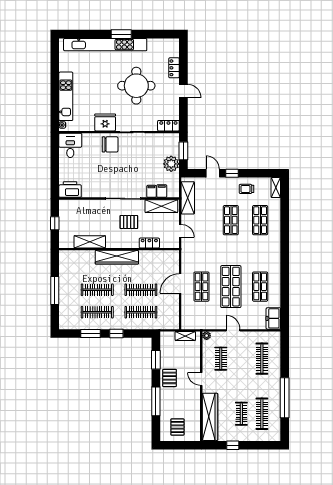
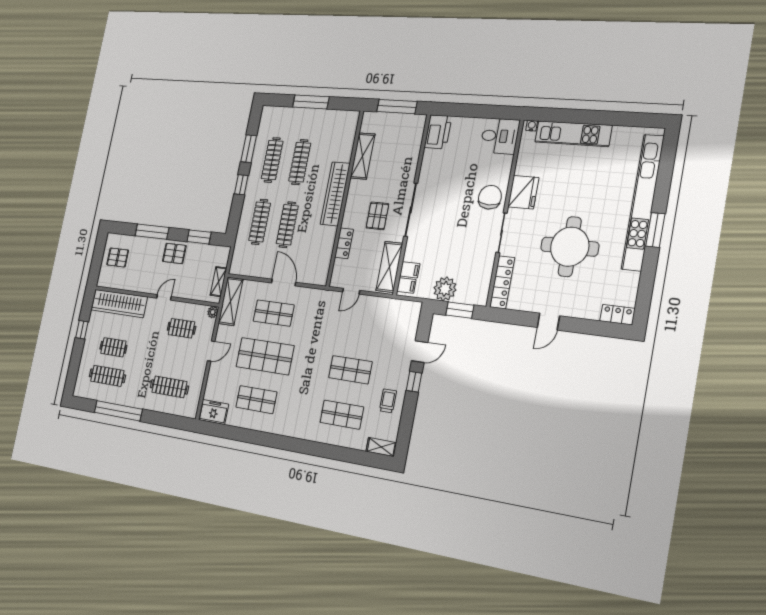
locker: (174, 68) -> (617, 315), moved
locker: (168, 126) -> (502, 282), width x1.53
chair: (110, 144) -> (490, 197), turned 180
filing cabinet: (151, 191) -> (406, 285), moved
shelving: (188, 198) -> (231, 301), moved, turned 90
window: (55, 223) -> (397, 107), width x2.17

